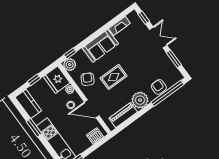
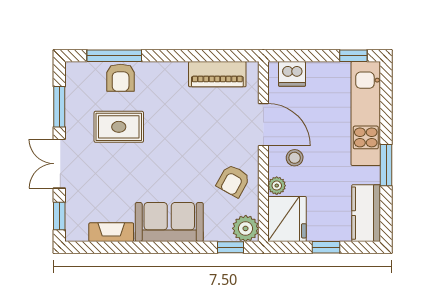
rug: (114, 77) -> (119, 127), moved
window: (167, 93) -> (114, 56), width x0.68
plant: (140, 100) -> (169, 79), removed

